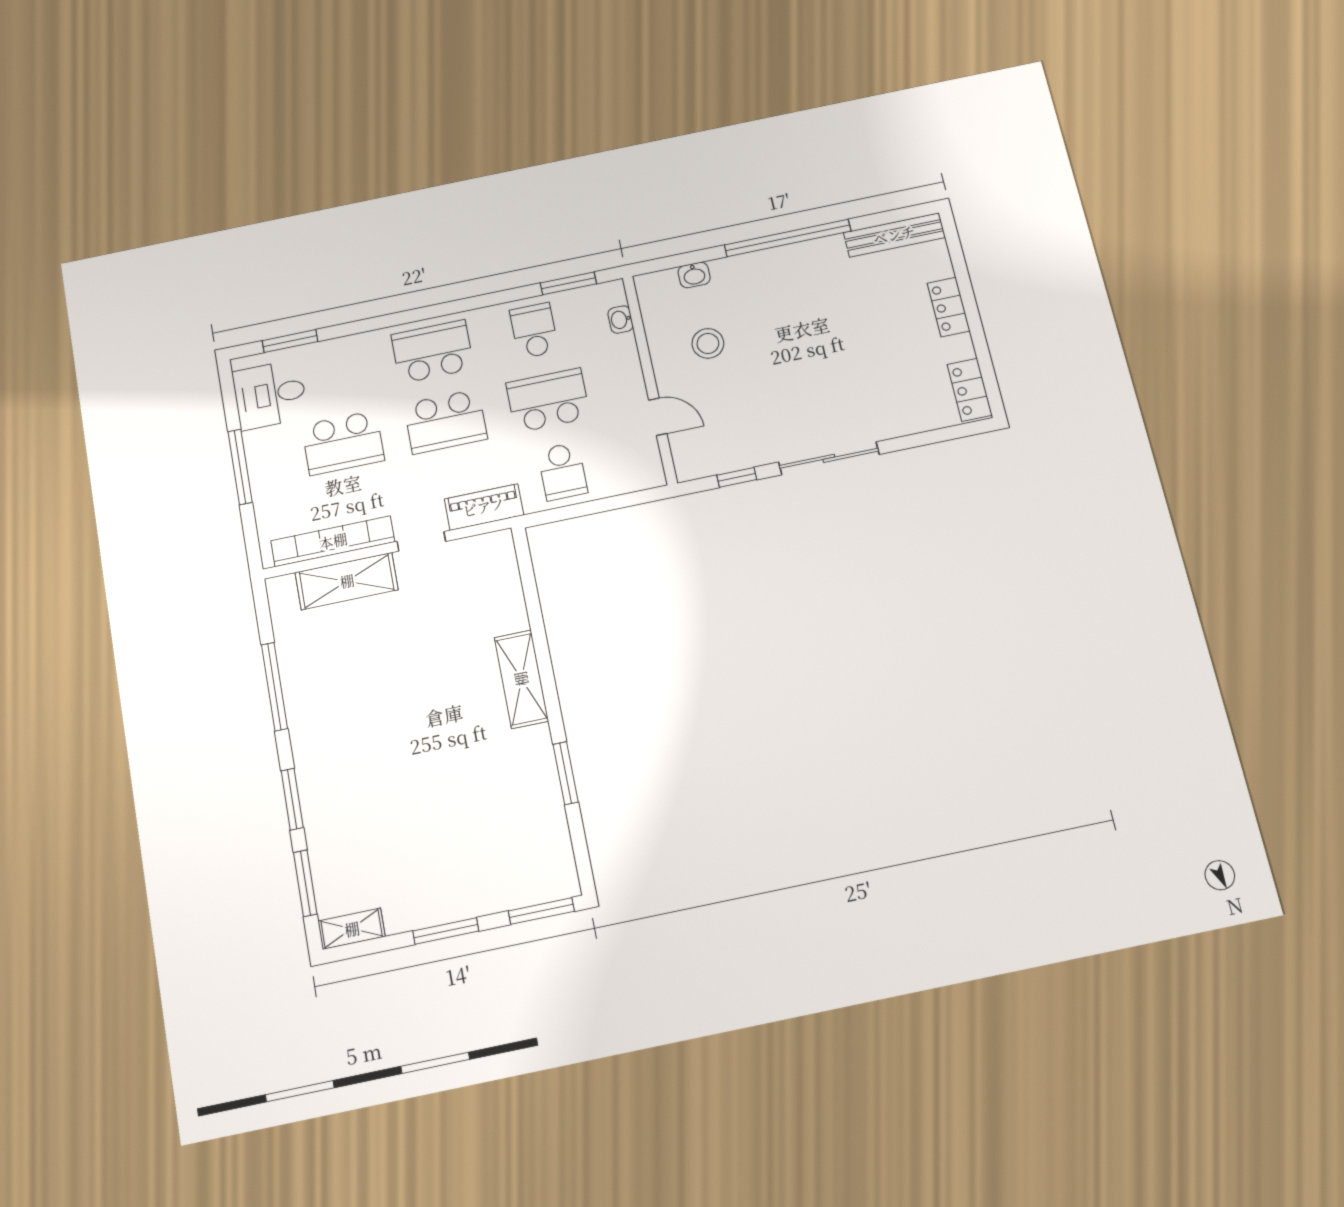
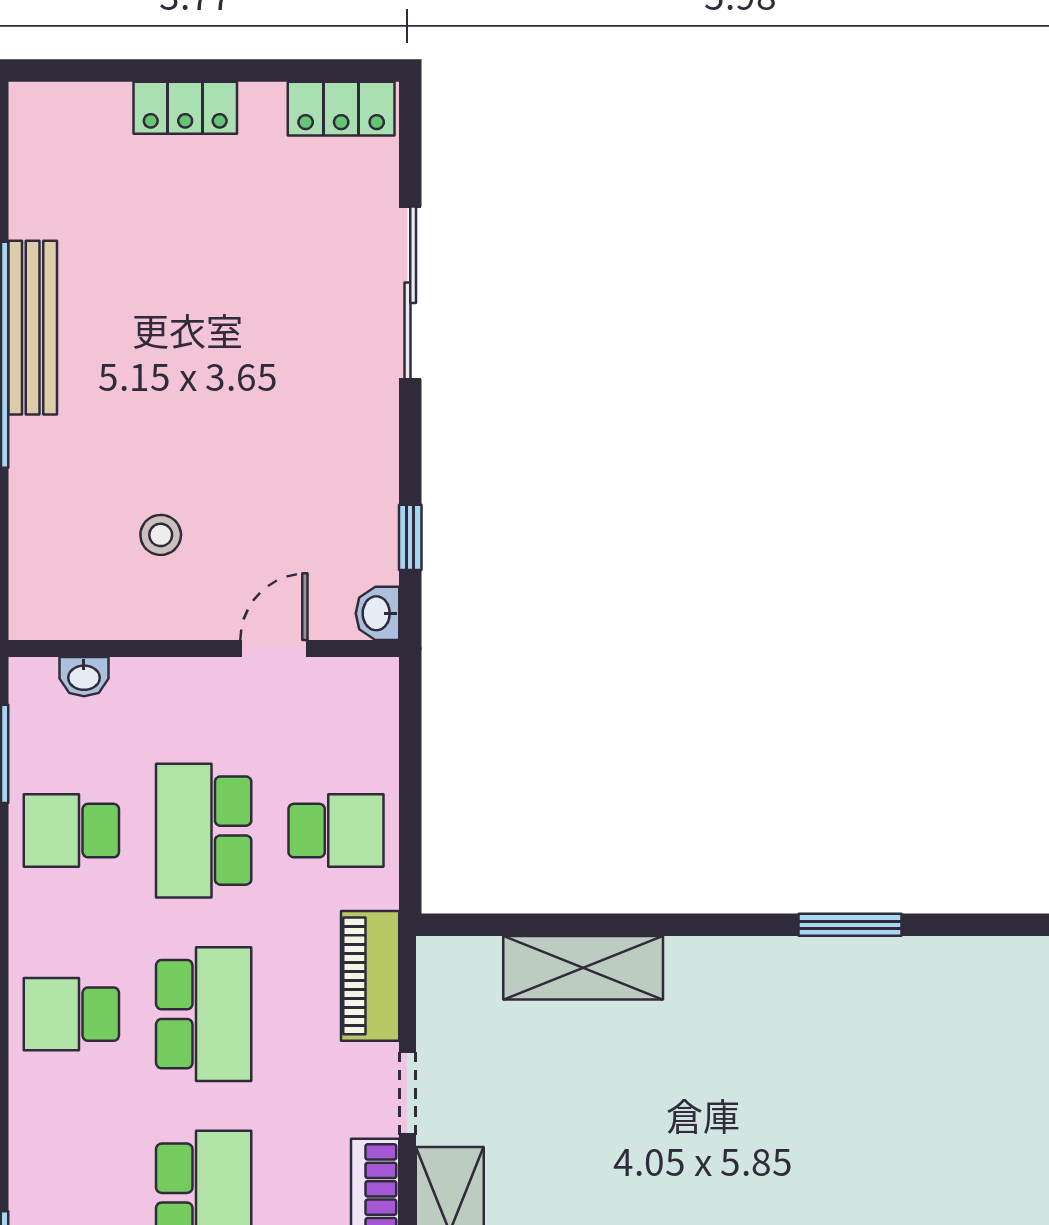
bench: (894, 235) -> (33, 328), moved
washbasin: (694, 275) -> (377, 613), moved, turned 180
stool: (708, 343) -> (161, 535), width x0.73, depth x0.73
school desk: (433, 352) -> (71, 1014), width x0.54
sliding door: (829, 458) -> (410, 293), moved
shelving: (521, 679) -> (583, 968), moved

